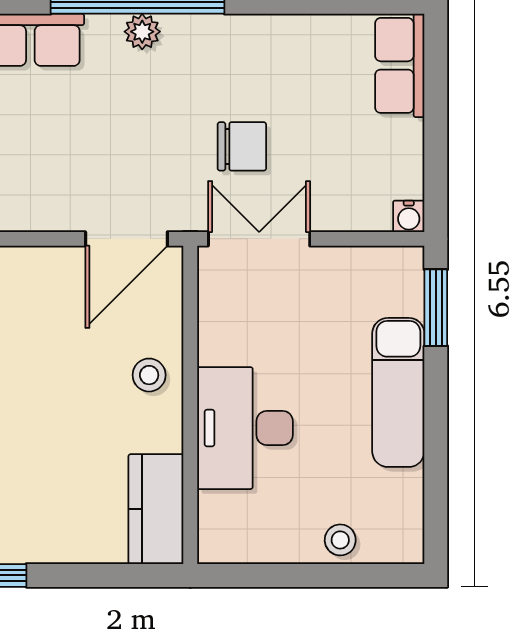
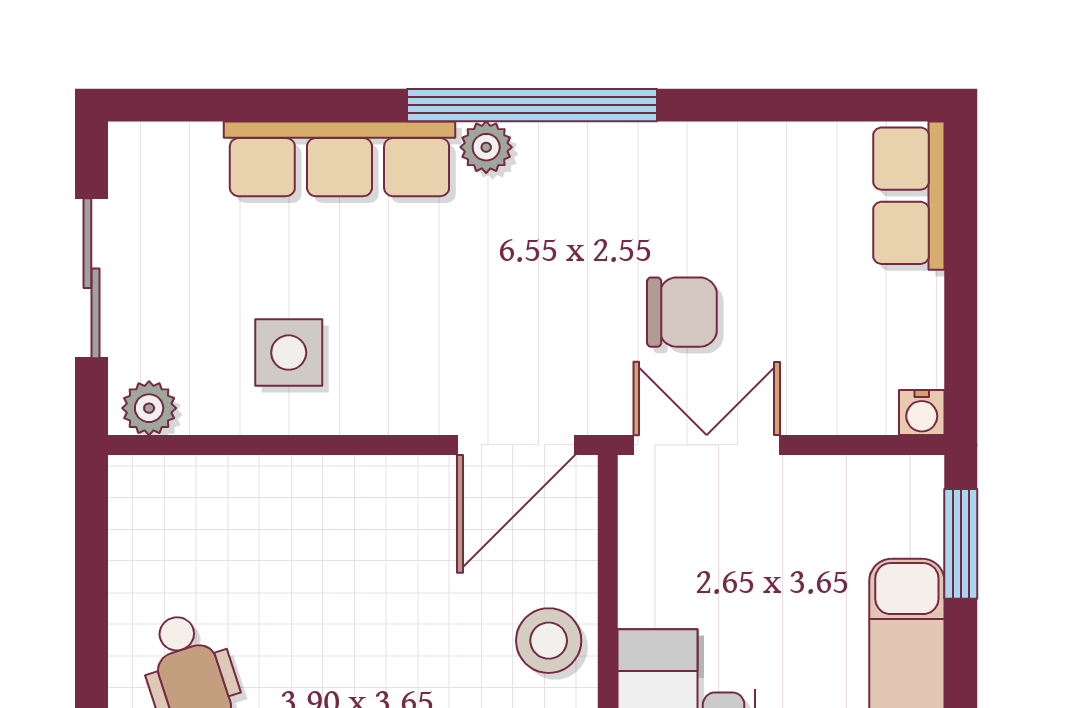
plant: (142, 32) -> (486, 147), moved
stool: (149, 375) -> (549, 641), width x1.37, depth x1.37

